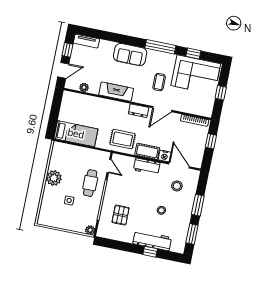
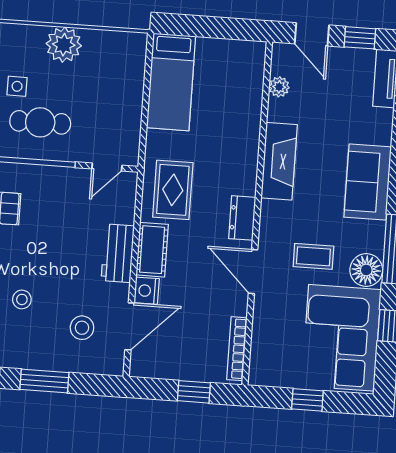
floor lamp: (168, 60) -> (366, 270), added
cafe table: (90, 183) -> (40, 122), moved

